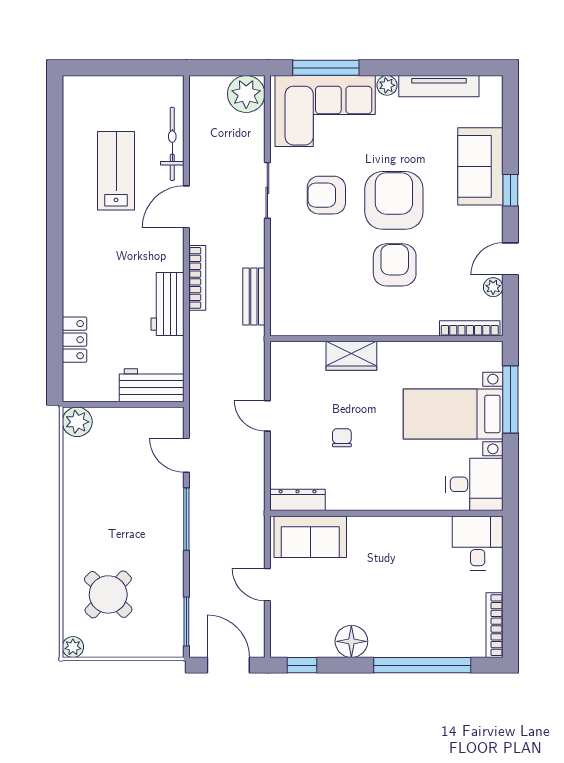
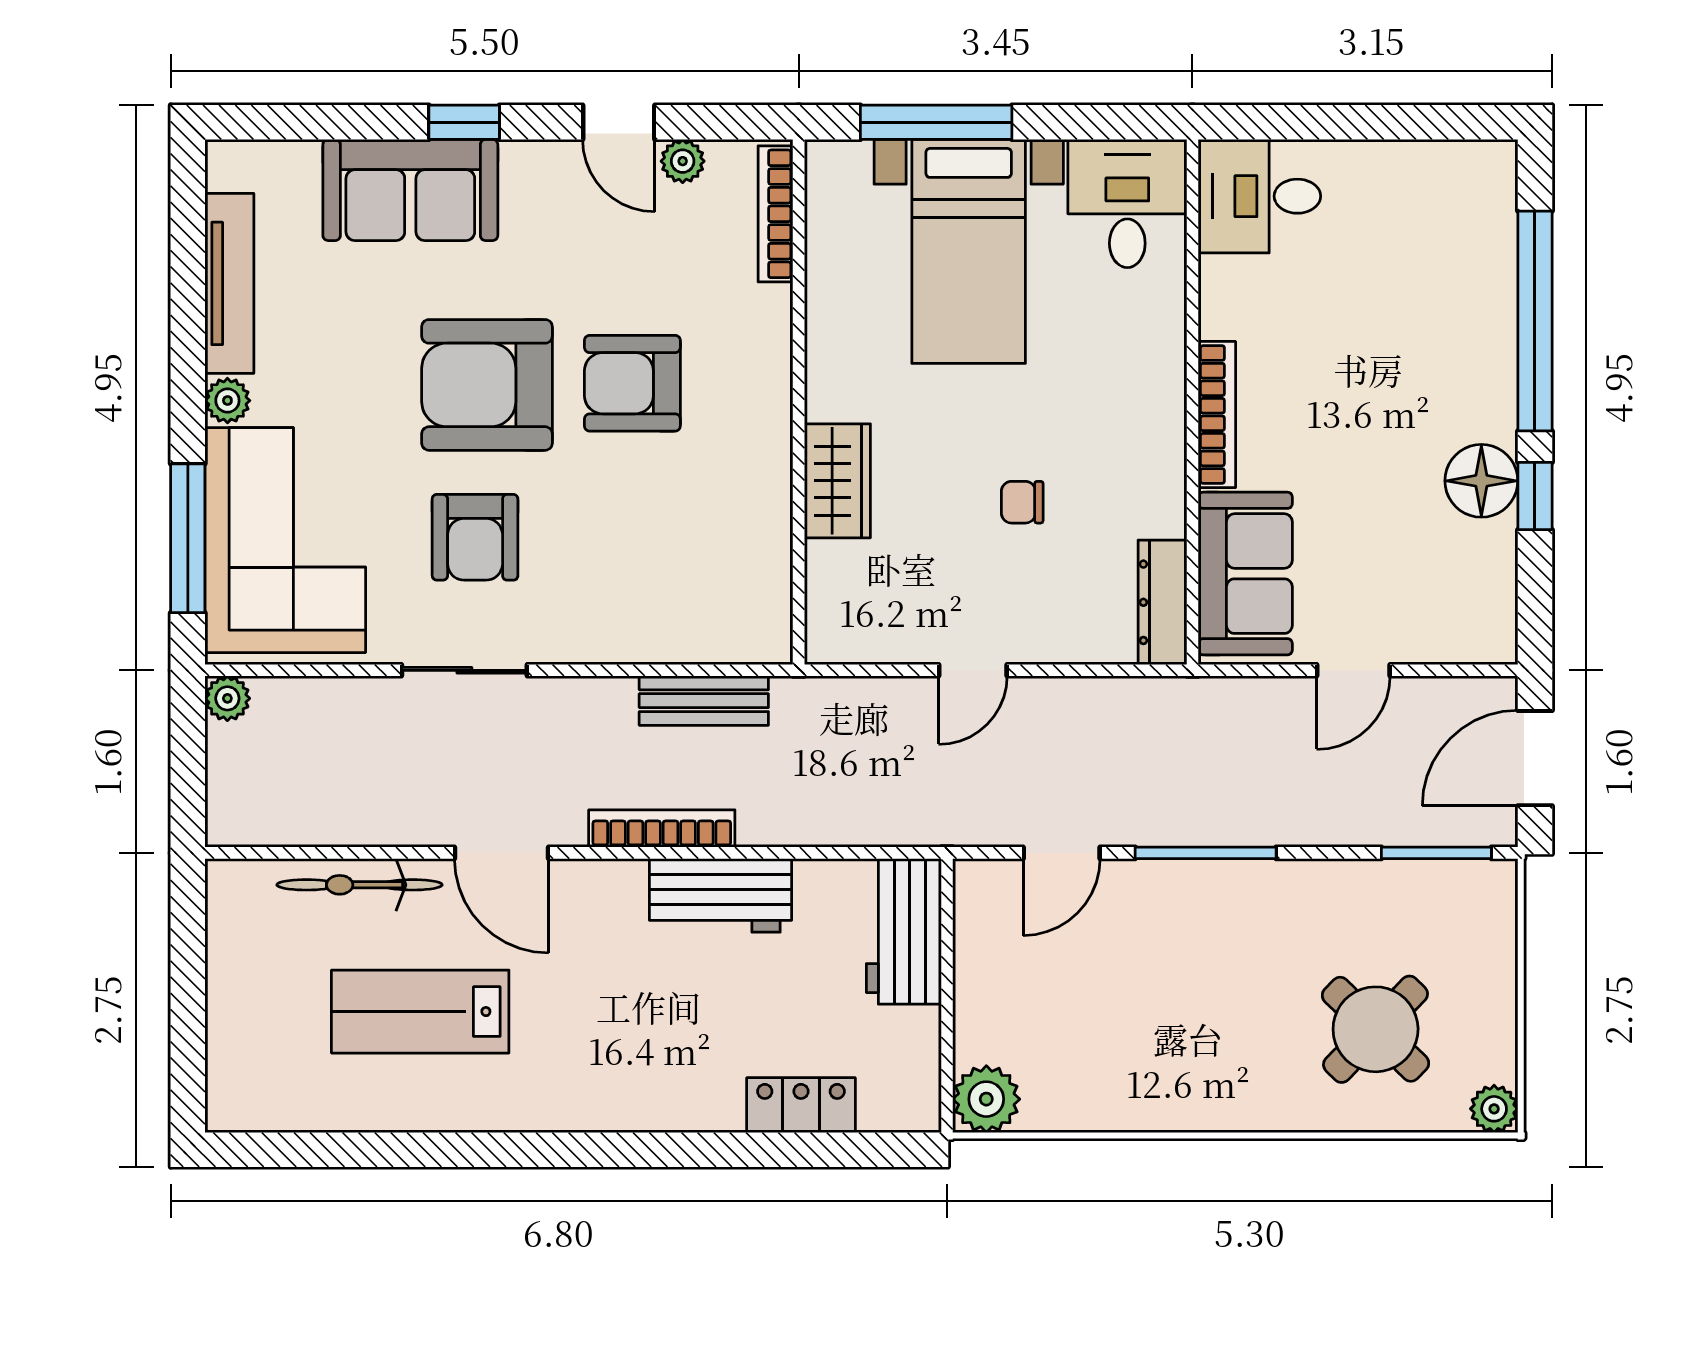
plant: (246, 94) -> (227, 698), width x0.53, depth x0.53
bookcase: (494, 625) -> (1217, 415), moved, turned -90
window: (302, 665) -> (1535, 496), moved

